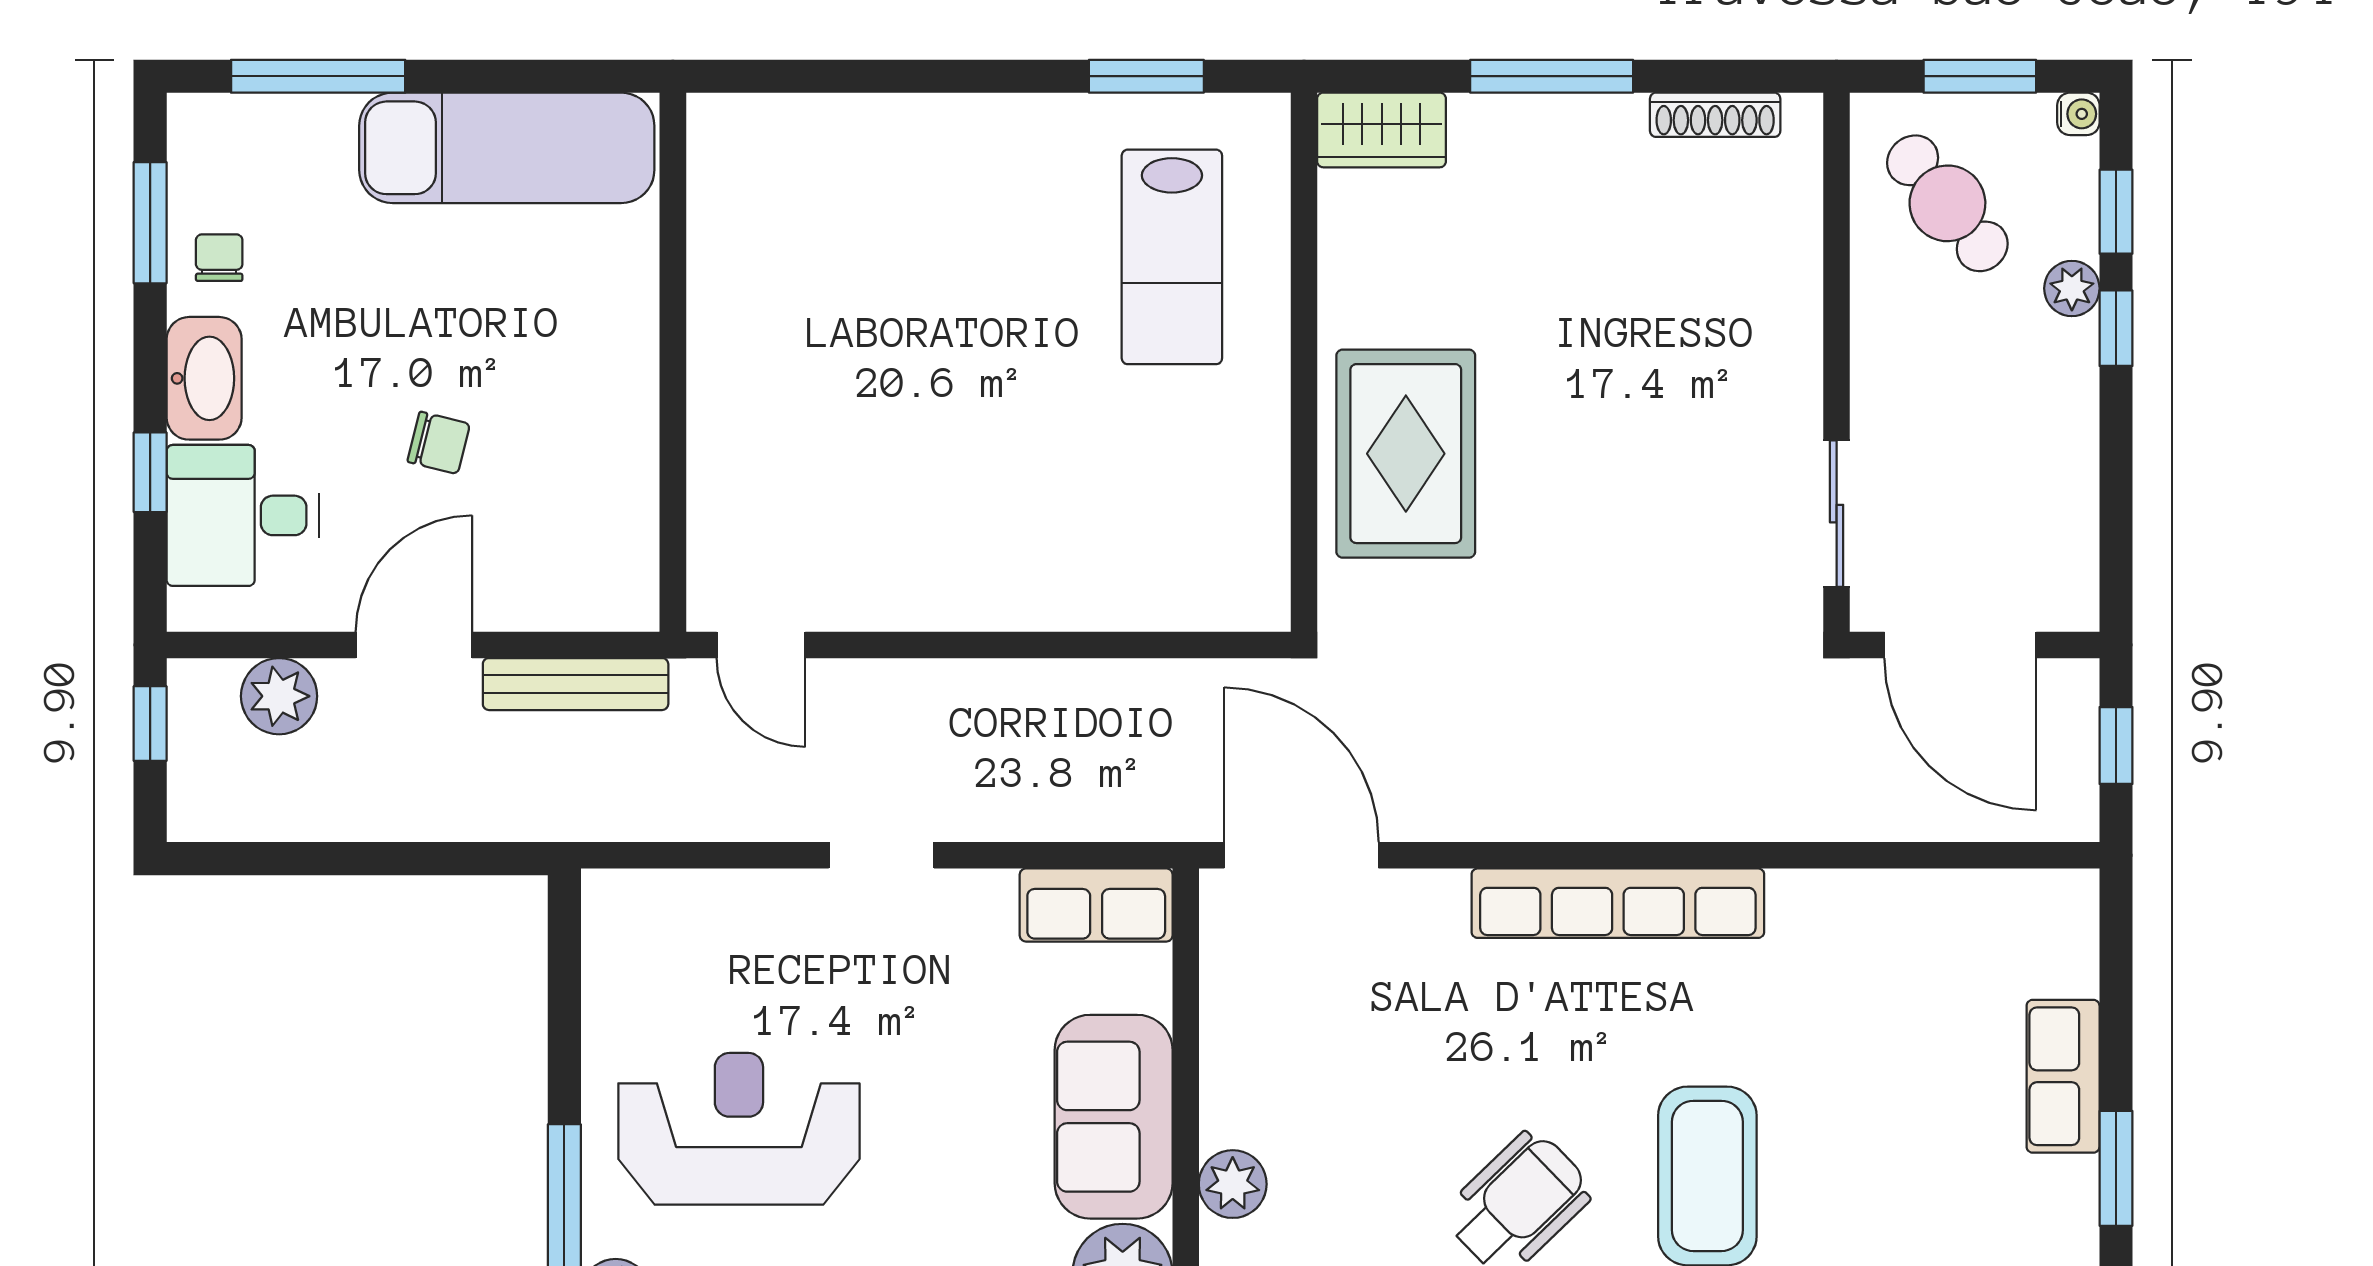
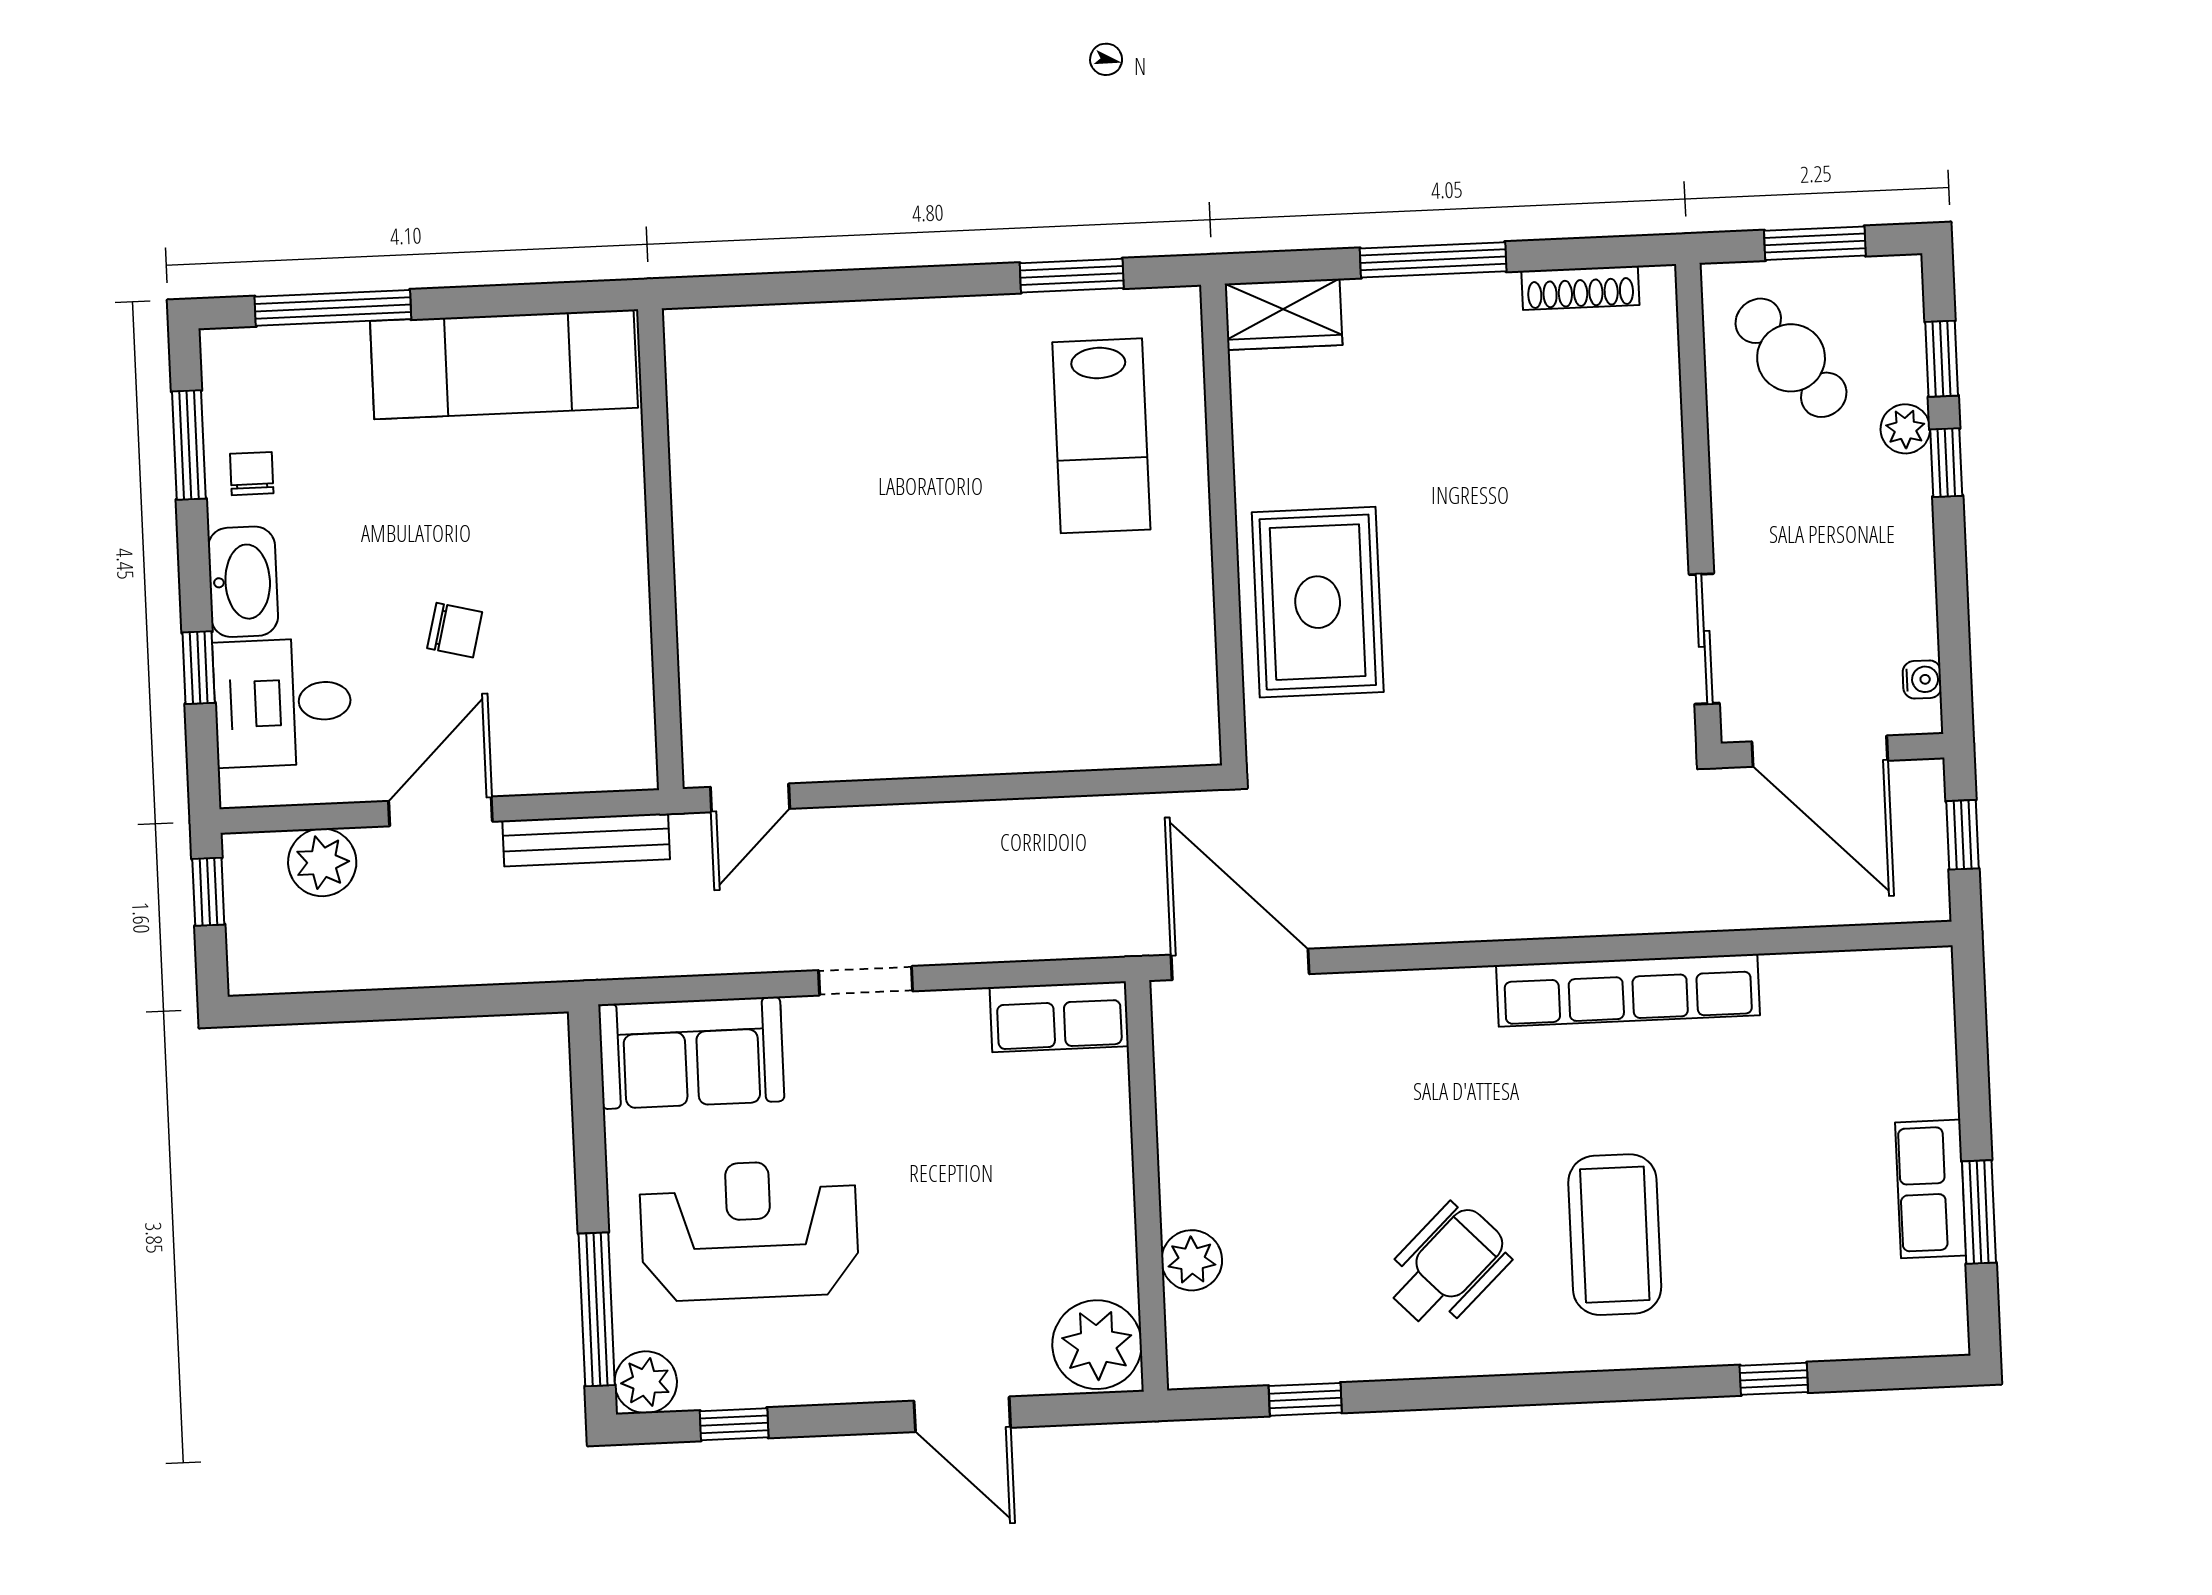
water cooler: (2078, 114) -> (1922, 679), moved
door: (761, 645) -> (750, 798), hinge flipped
row of seats: (1618, 903) -> (1628, 990), moved
row of seats: (2063, 1076) -> (1931, 1189), moved
sofa: (1114, 1117) -> (691, 1053), moved, turned -90

